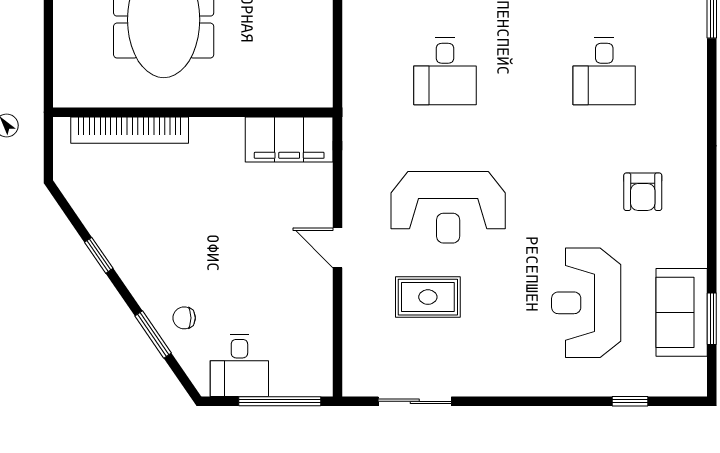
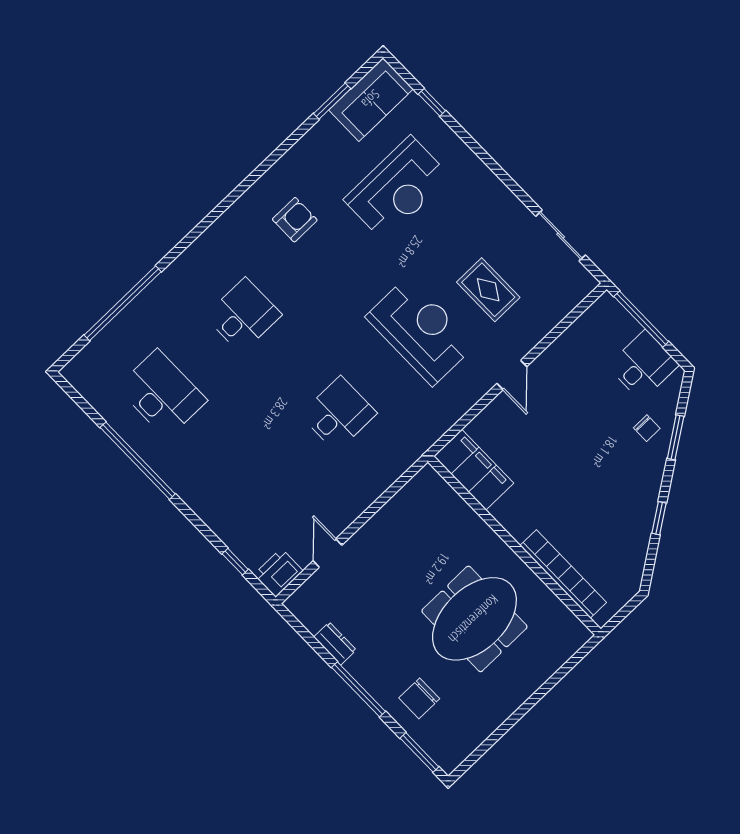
sofa: (682, 312) -> (371, 99), moved

